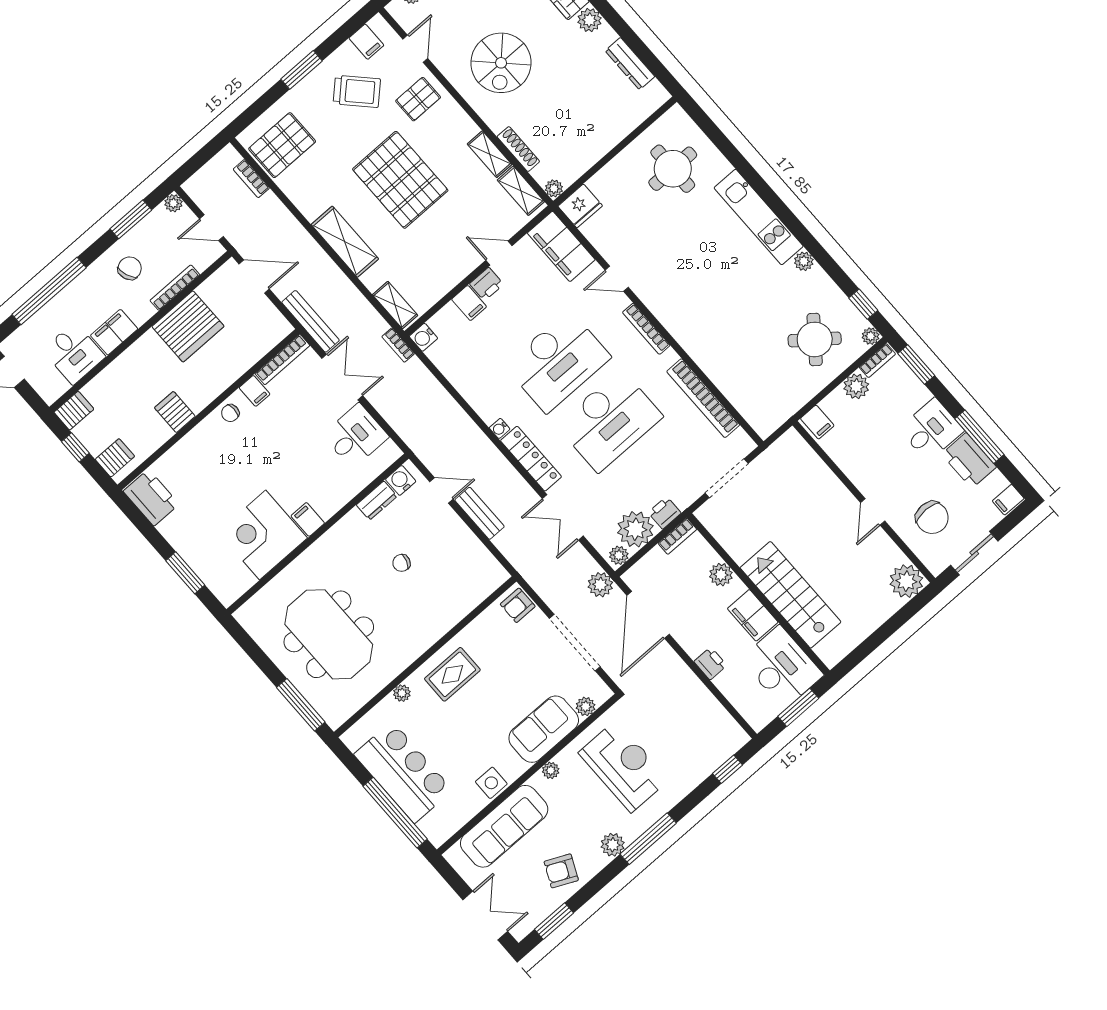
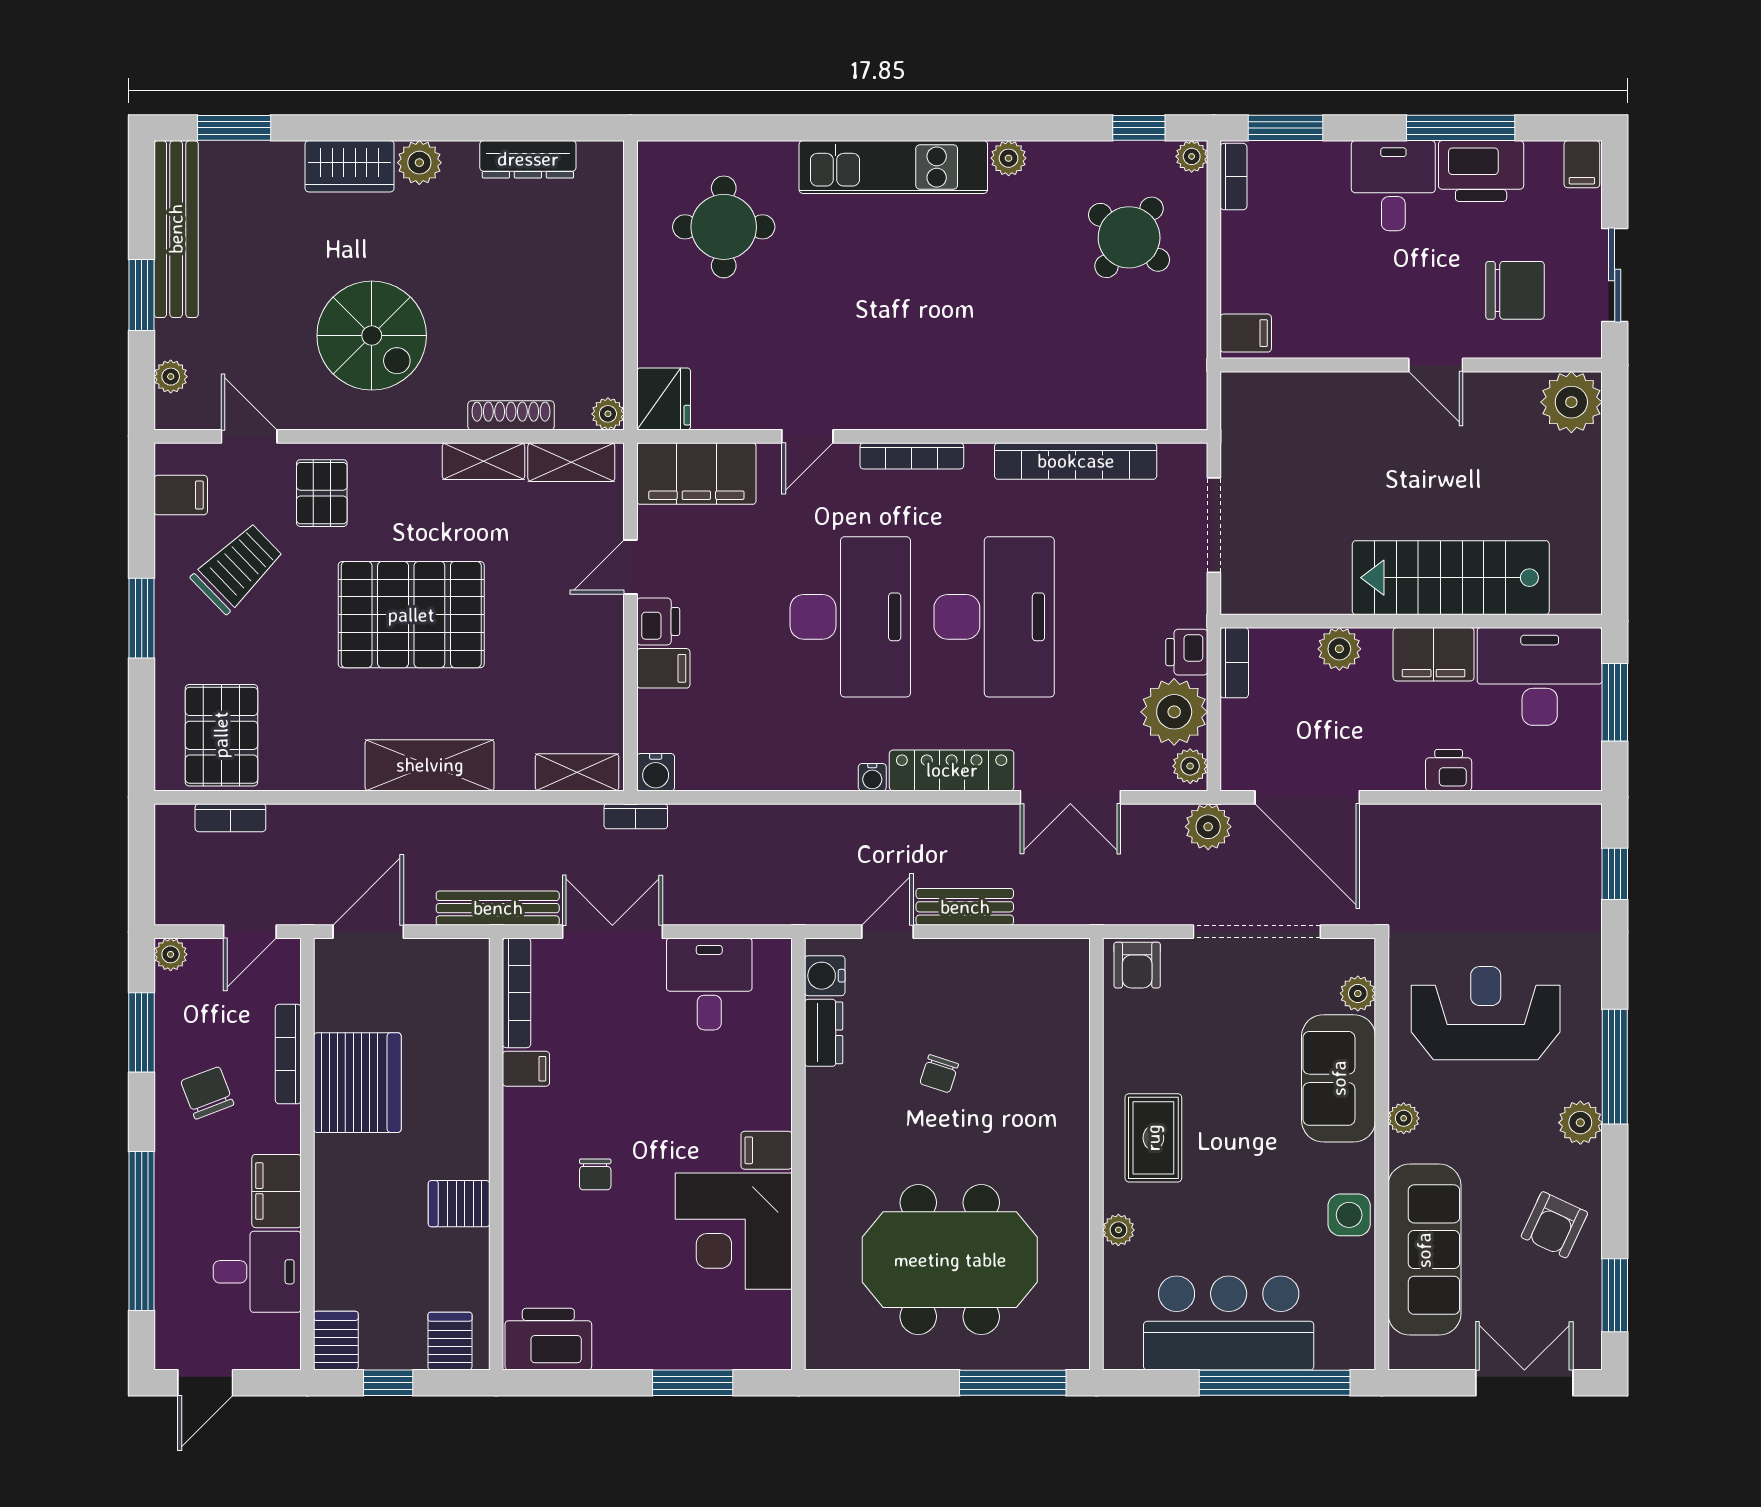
plant: (856, 386) -> (1244, 237), removed
chair: (230, 413) -> (595, 1174), moved

